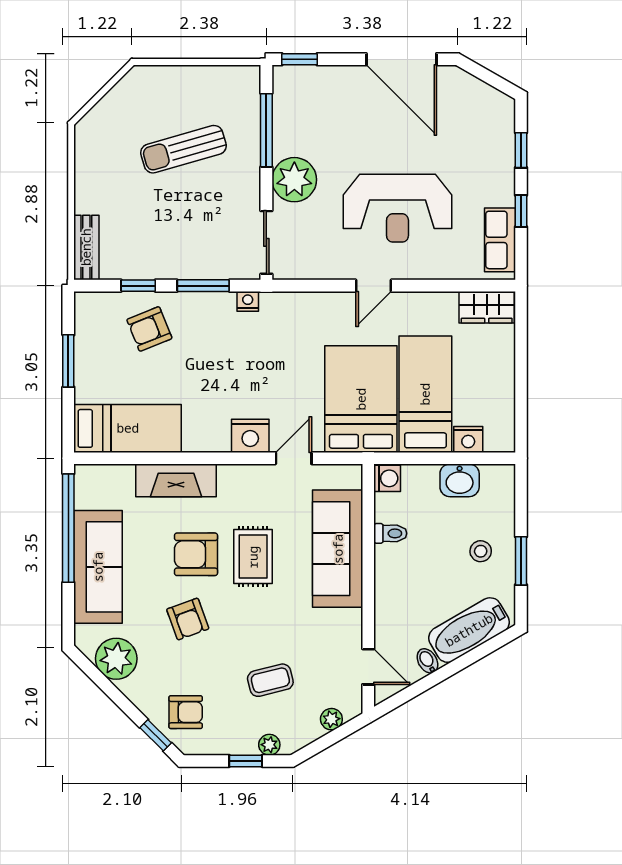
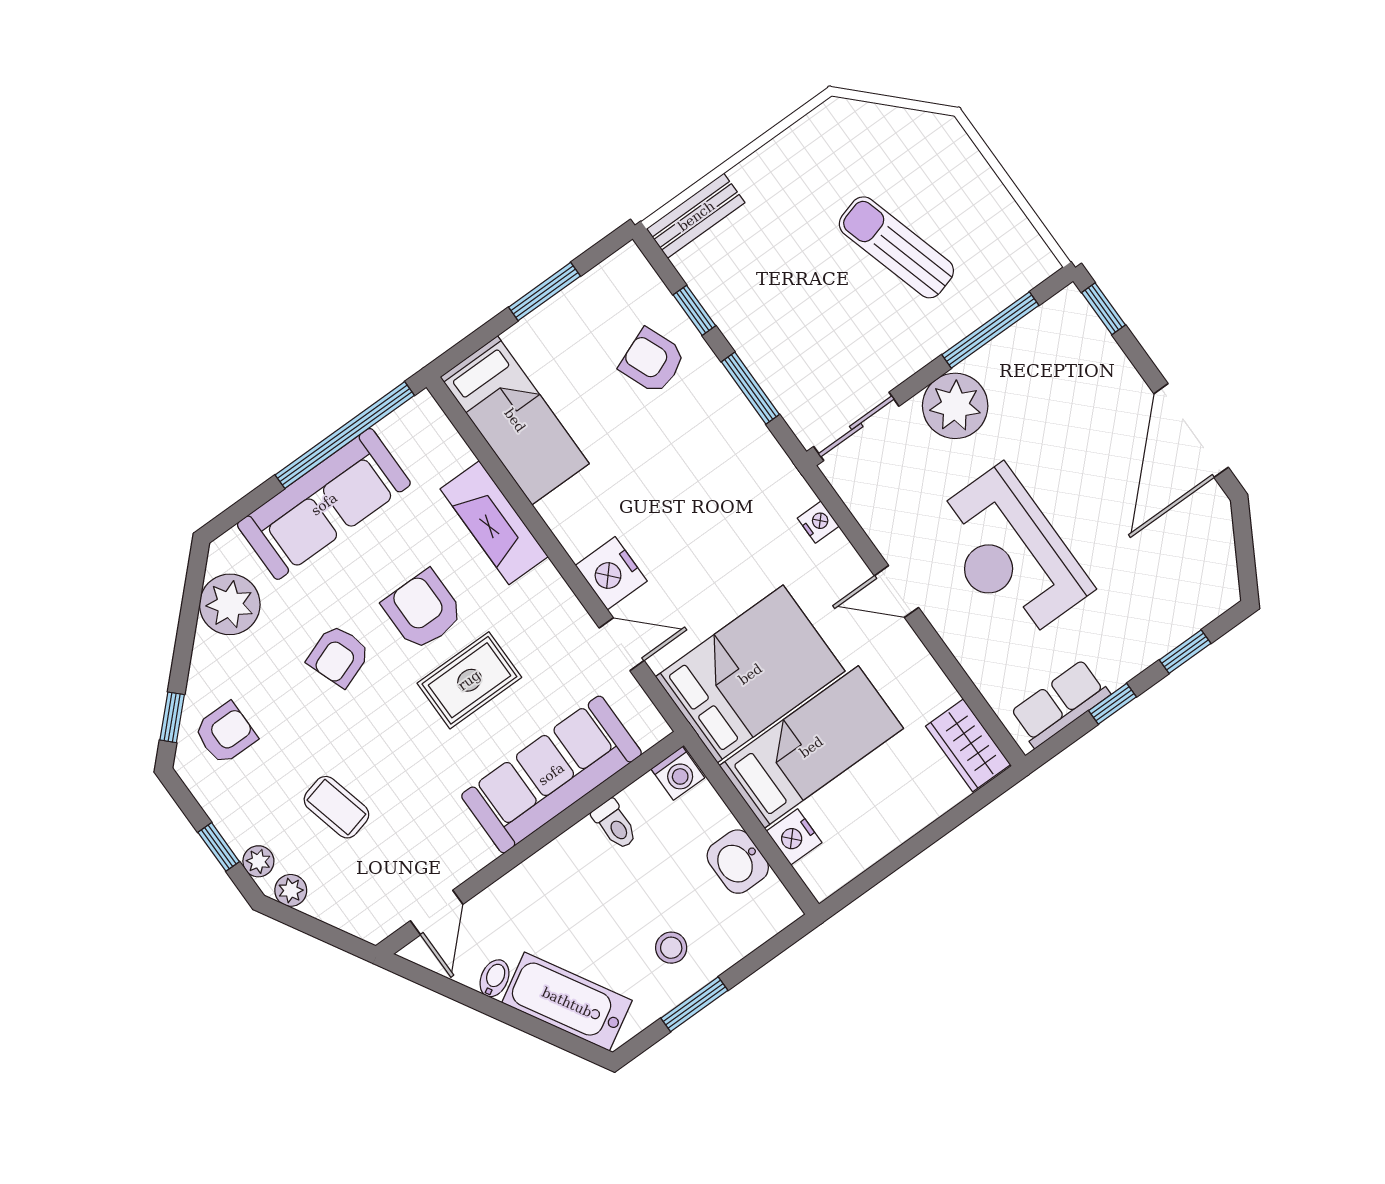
nightstand: (248, 301) -> (818, 522), moved
armchair: (186, 712) -> (225, 733), turned -90
plant: (331, 719) -> (291, 890), moved

